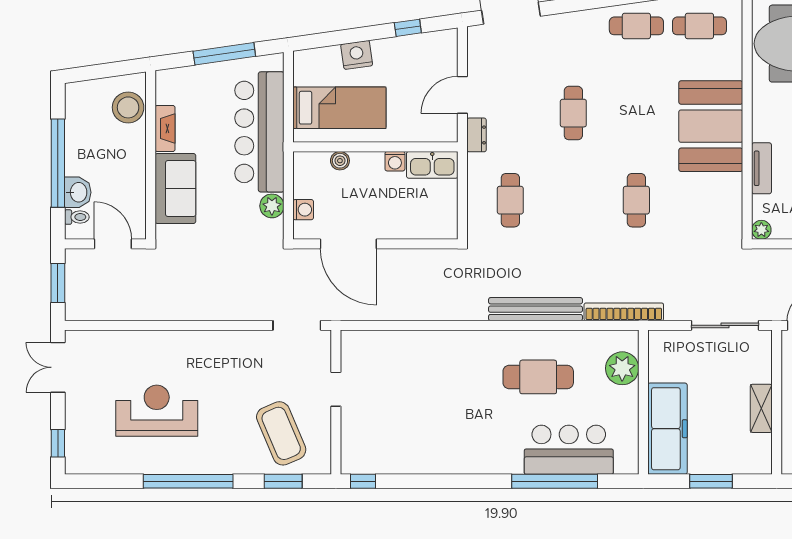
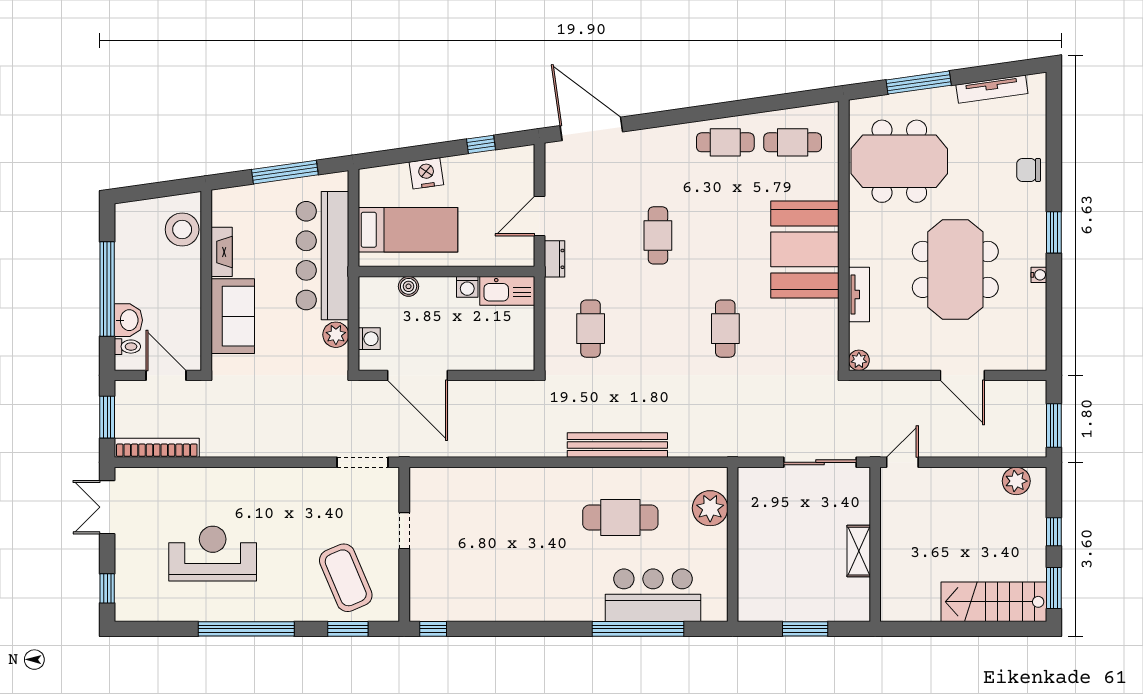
bookcase: (624, 312) -> (157, 448), moved
freezer: (667, 429) -> (758, 573), removed

